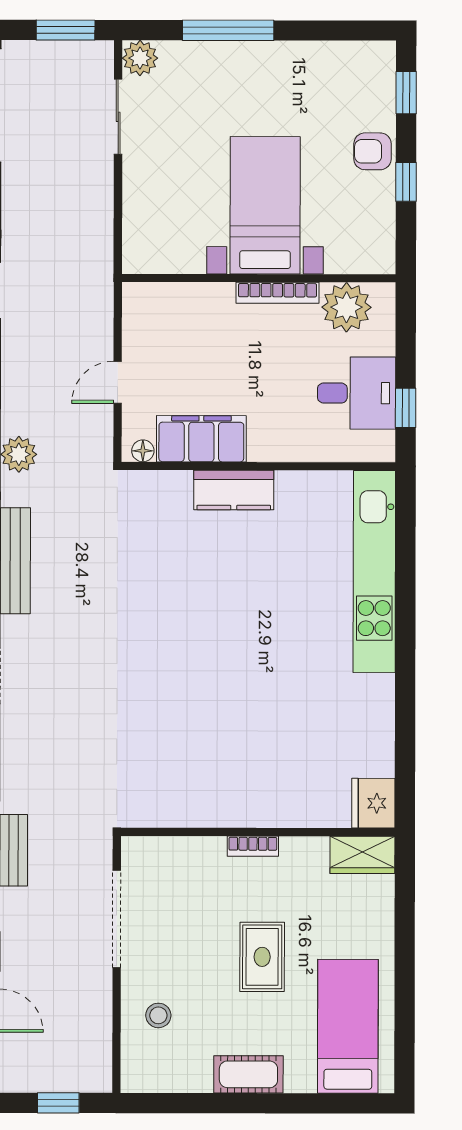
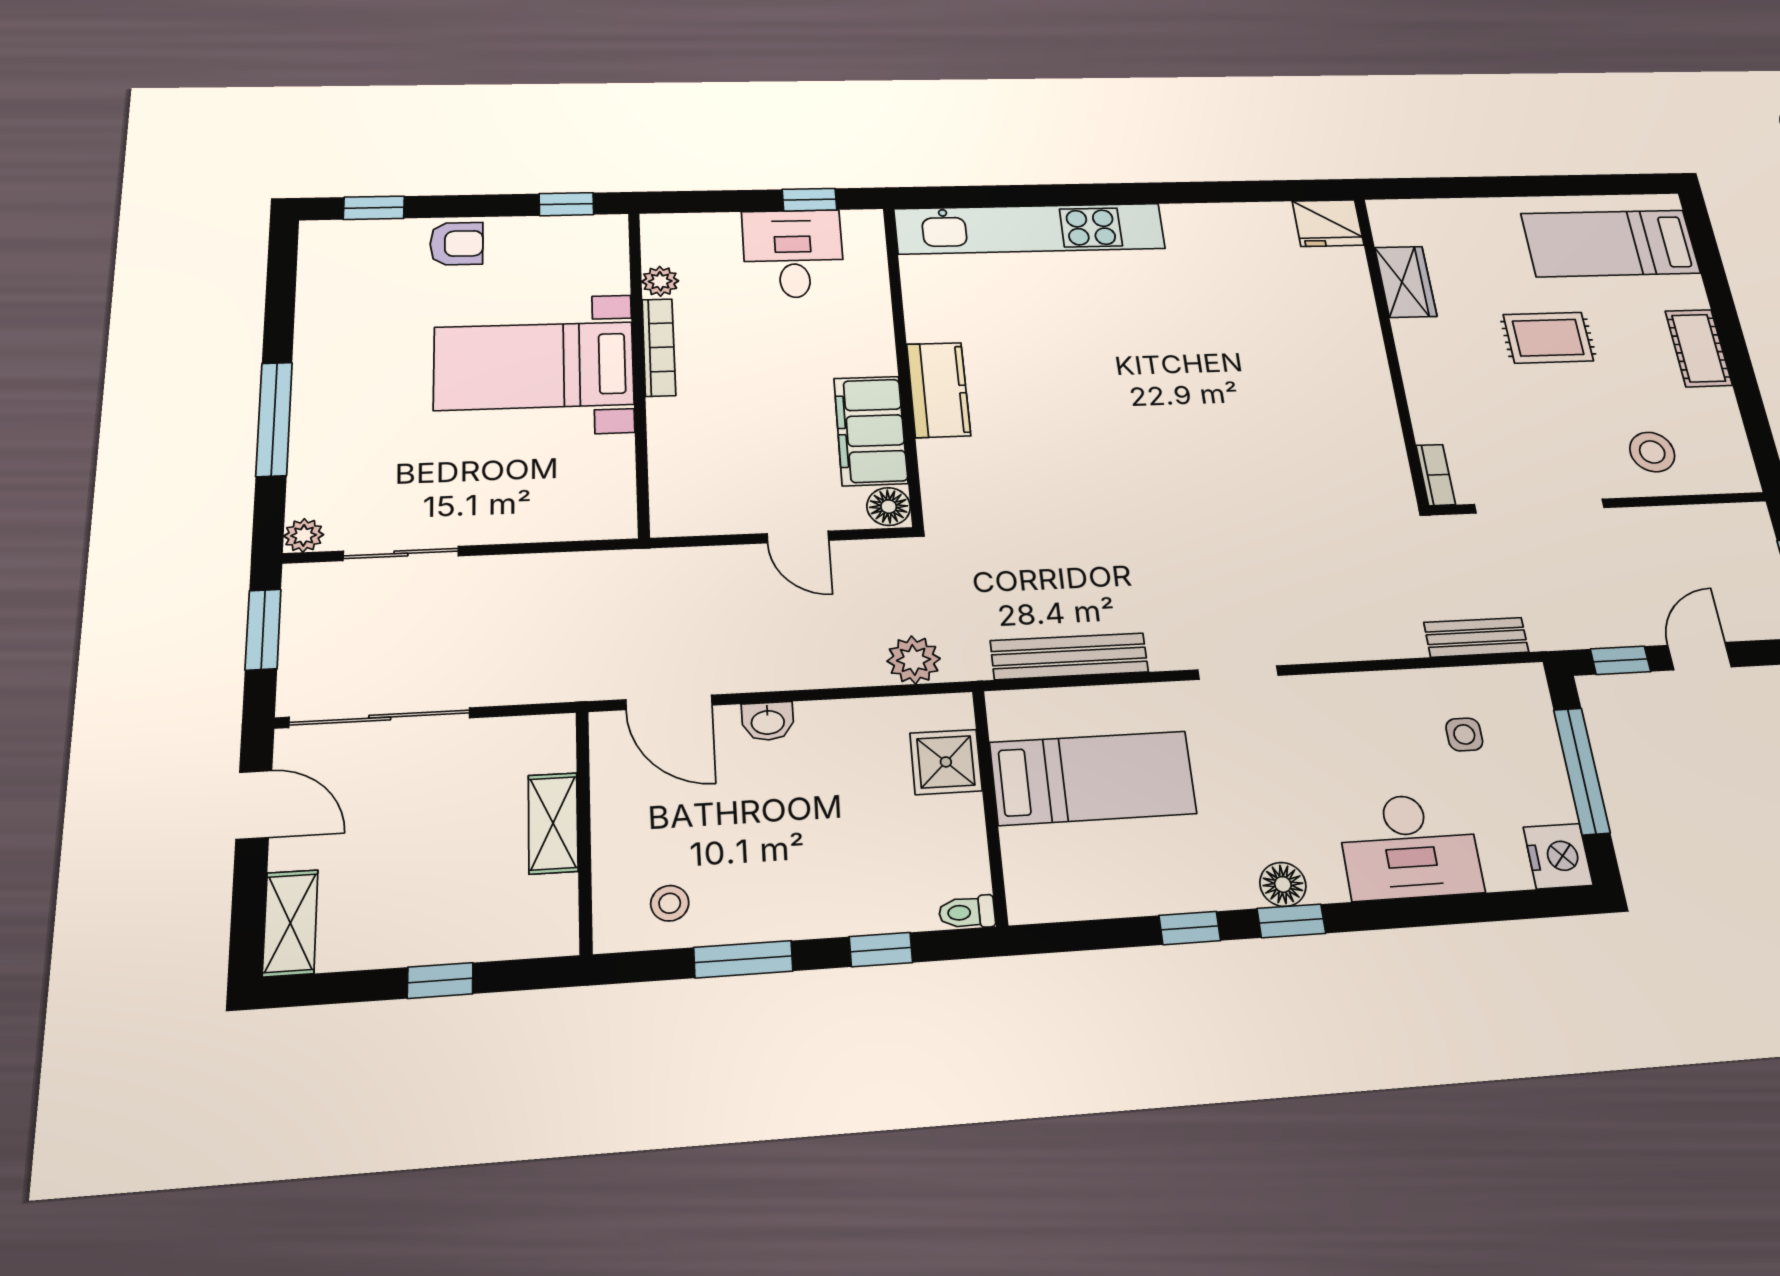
plant: (140, 58) -> (304, 535), width x0.73, depth x0.73
armchair: (373, 151) -> (456, 244), turned -90
window: (406, 182) -> (566, 204), moved
plant: (346, 307) -> (660, 281), width x0.53, depth x0.53
floor lamp: (143, 451) -> (889, 507), width x1.37, depth x1.37
bookcase: (253, 846) -> (1436, 475), moved
wardrobe: (362, 855) -> (1406, 282), moved
stool: (158, 1015) -> (1652, 452), width x1.37, depth x1.37

